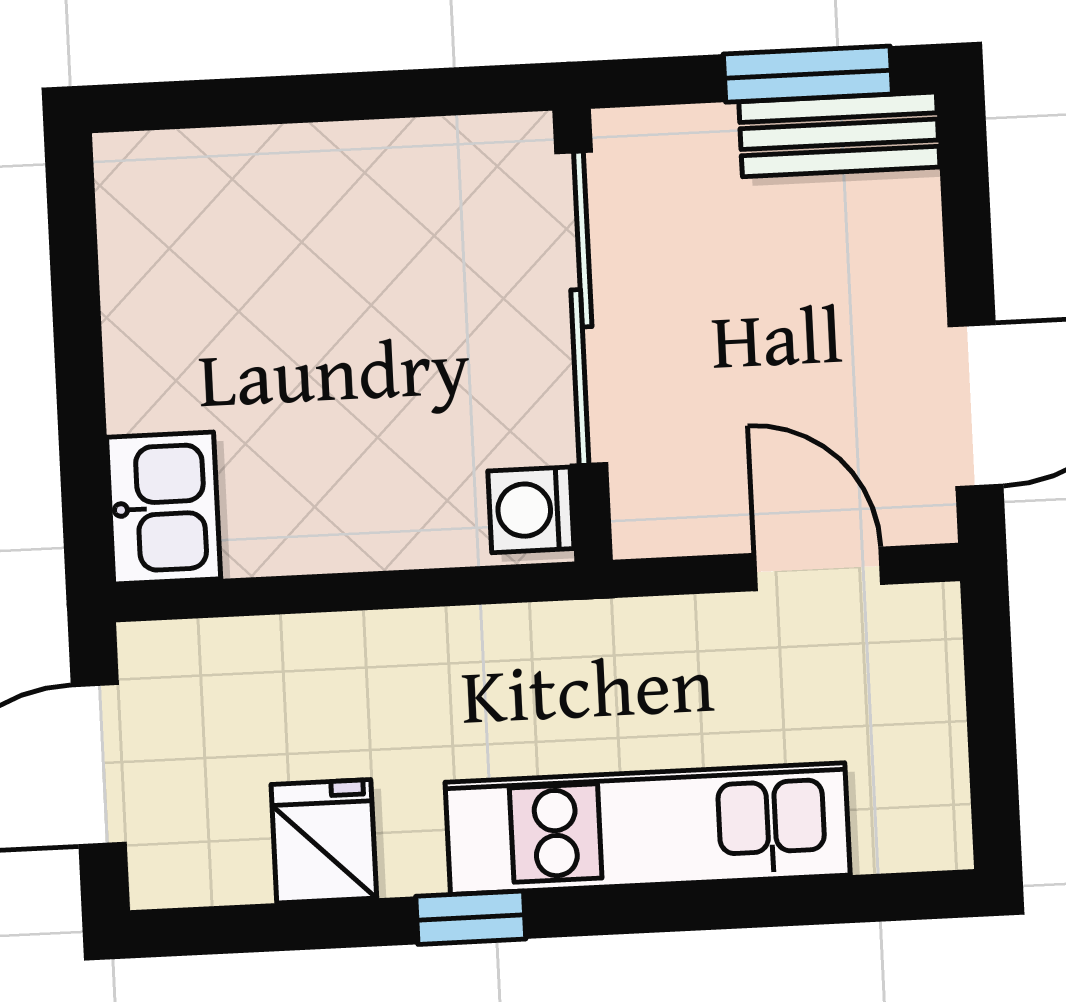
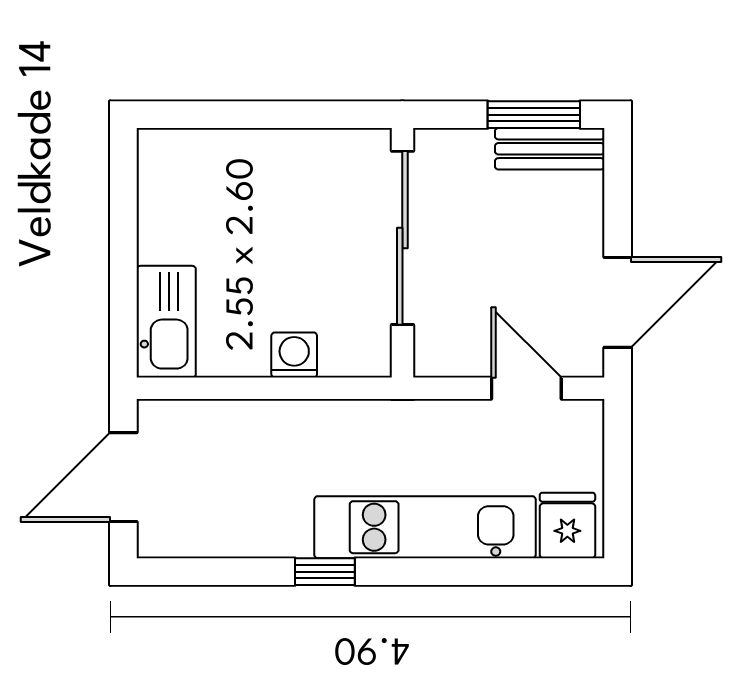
kitchen sink: (164, 508) -> (166, 322), width x1.38
washing machine: (531, 510) -> (294, 355), moved, turned 90
fridge: (324, 841) -> (567, 525), moved

